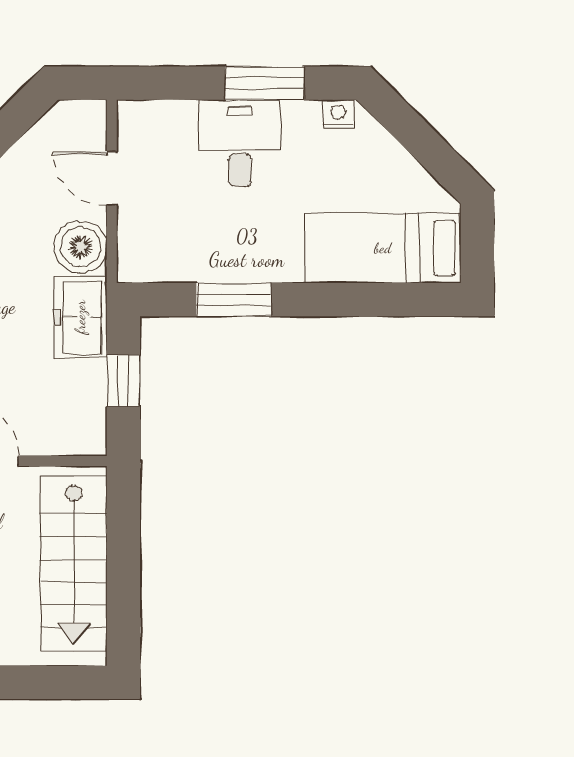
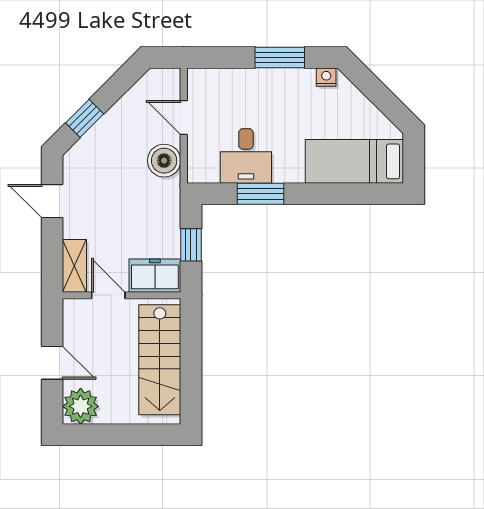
desk: (240, 143) -> (246, 156), moved, turned 180
freezer: (80, 317) -> (155, 276), moved, turned 90

